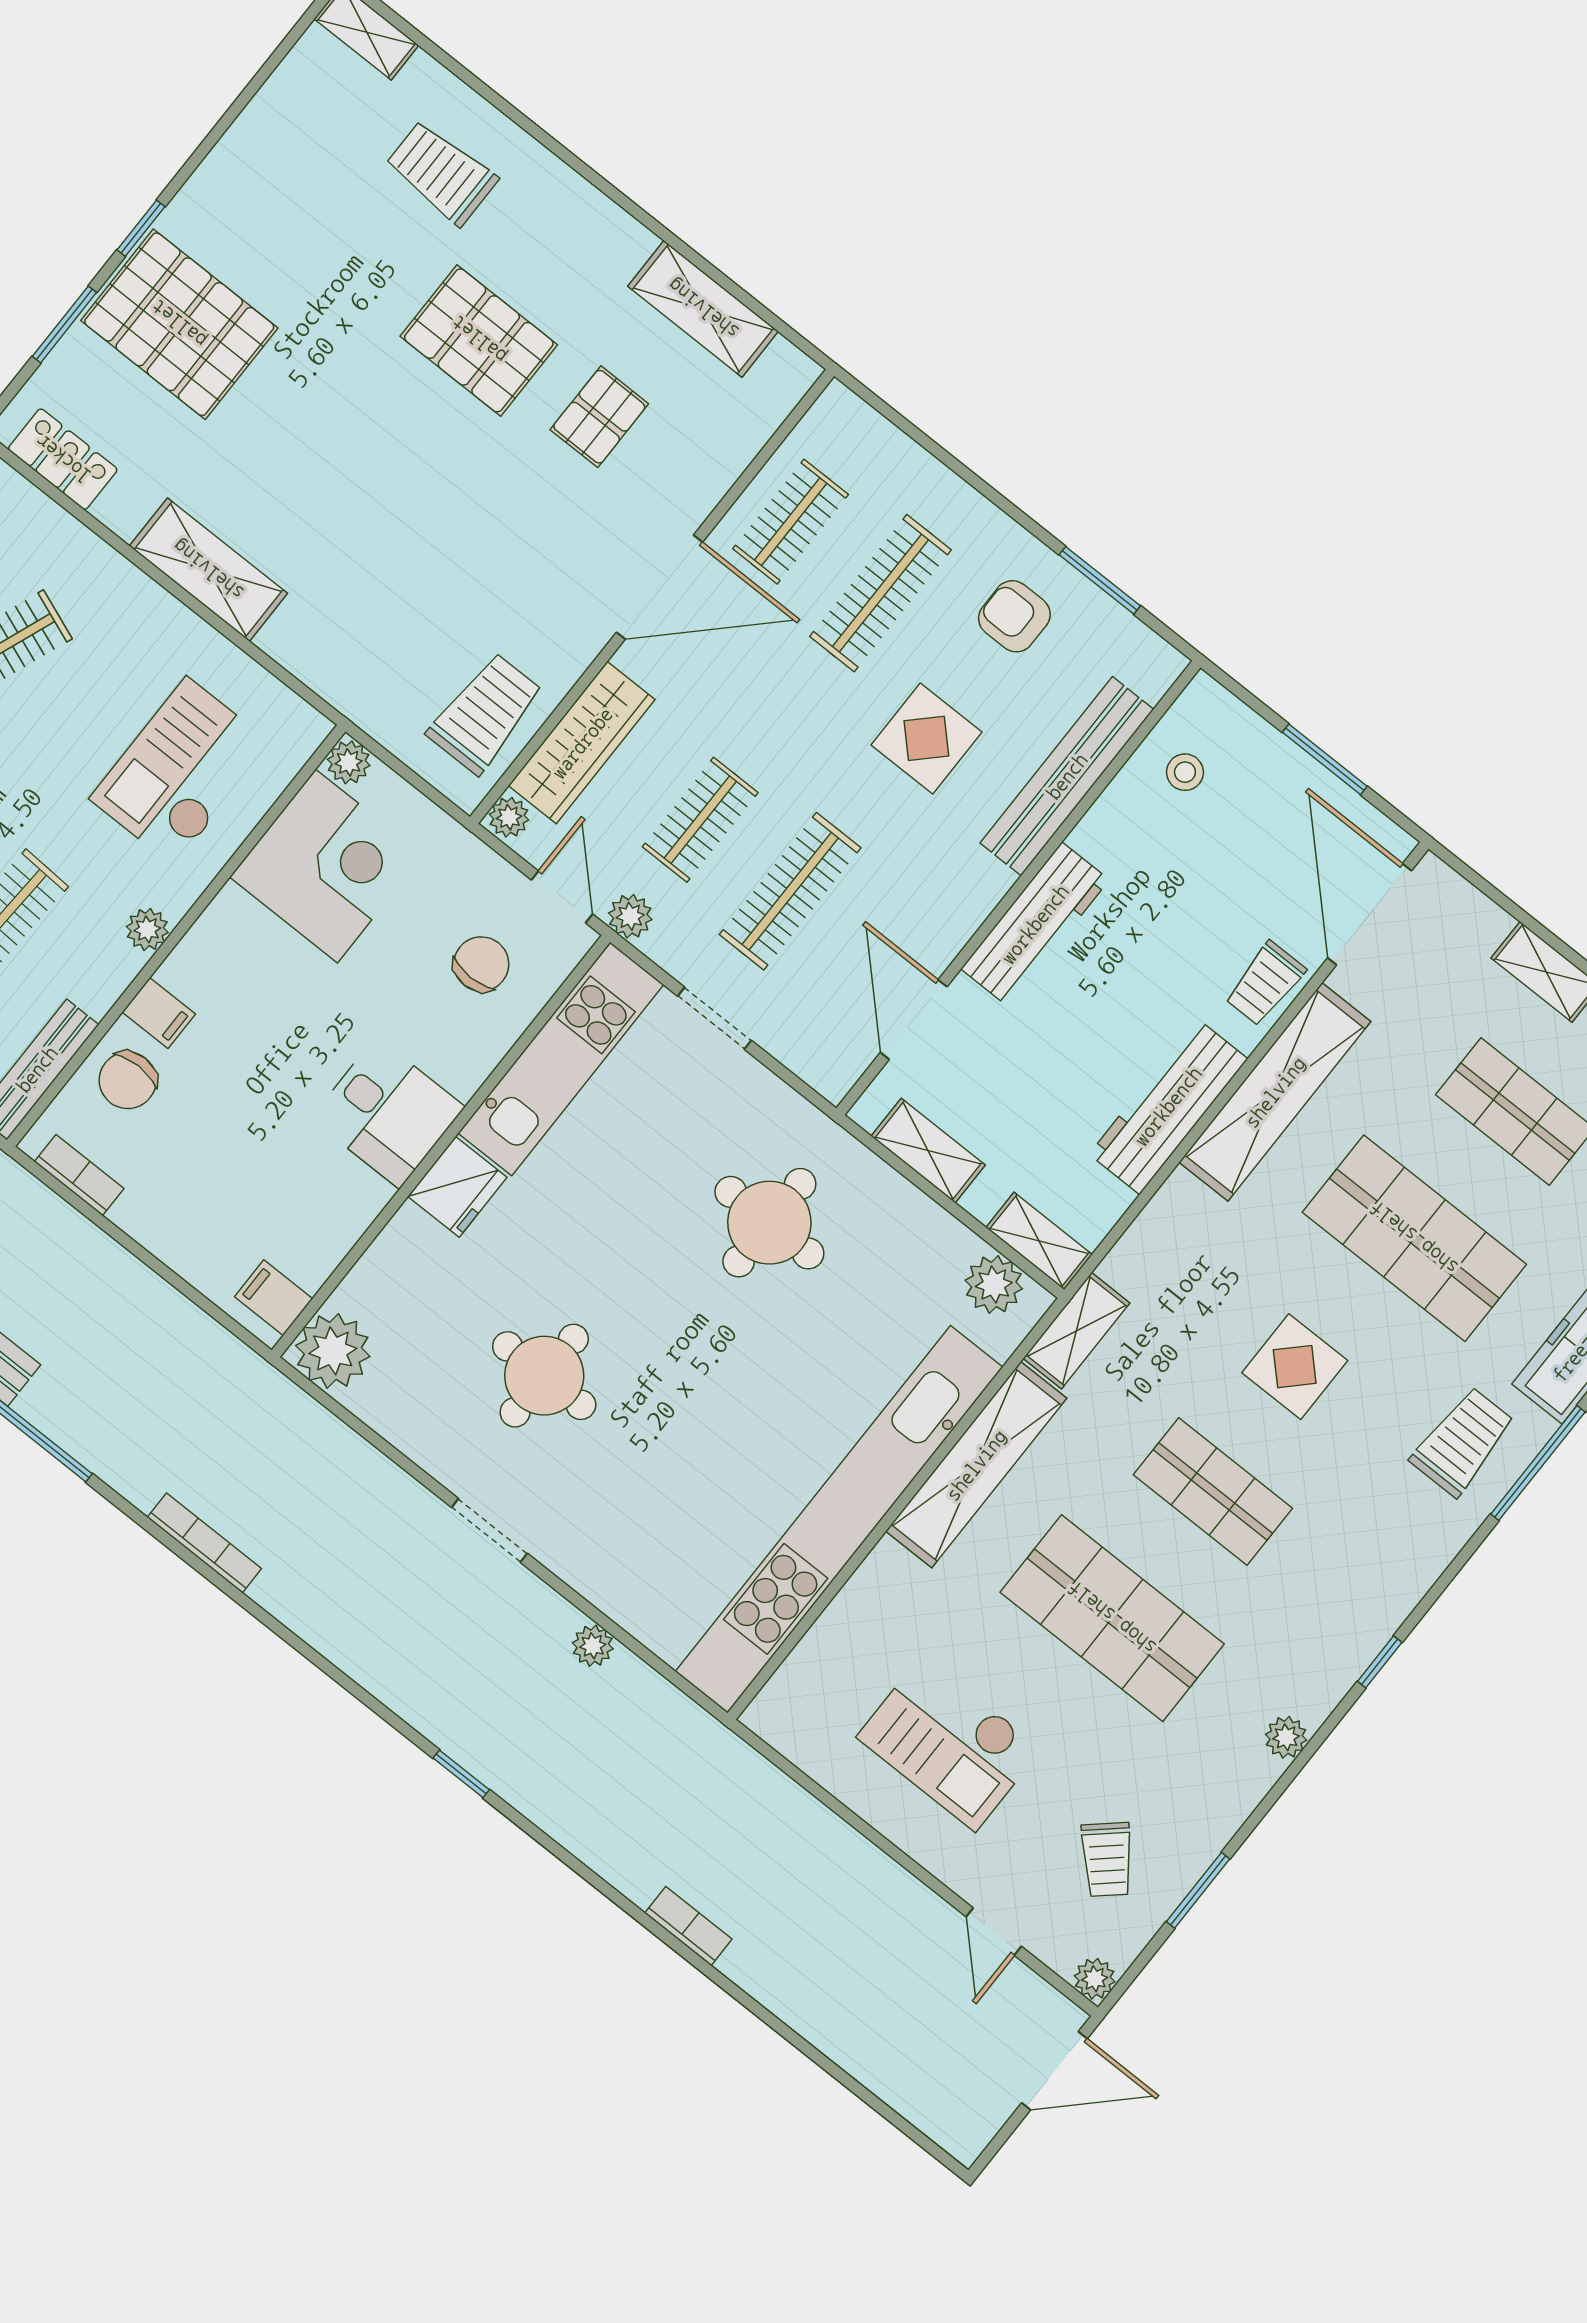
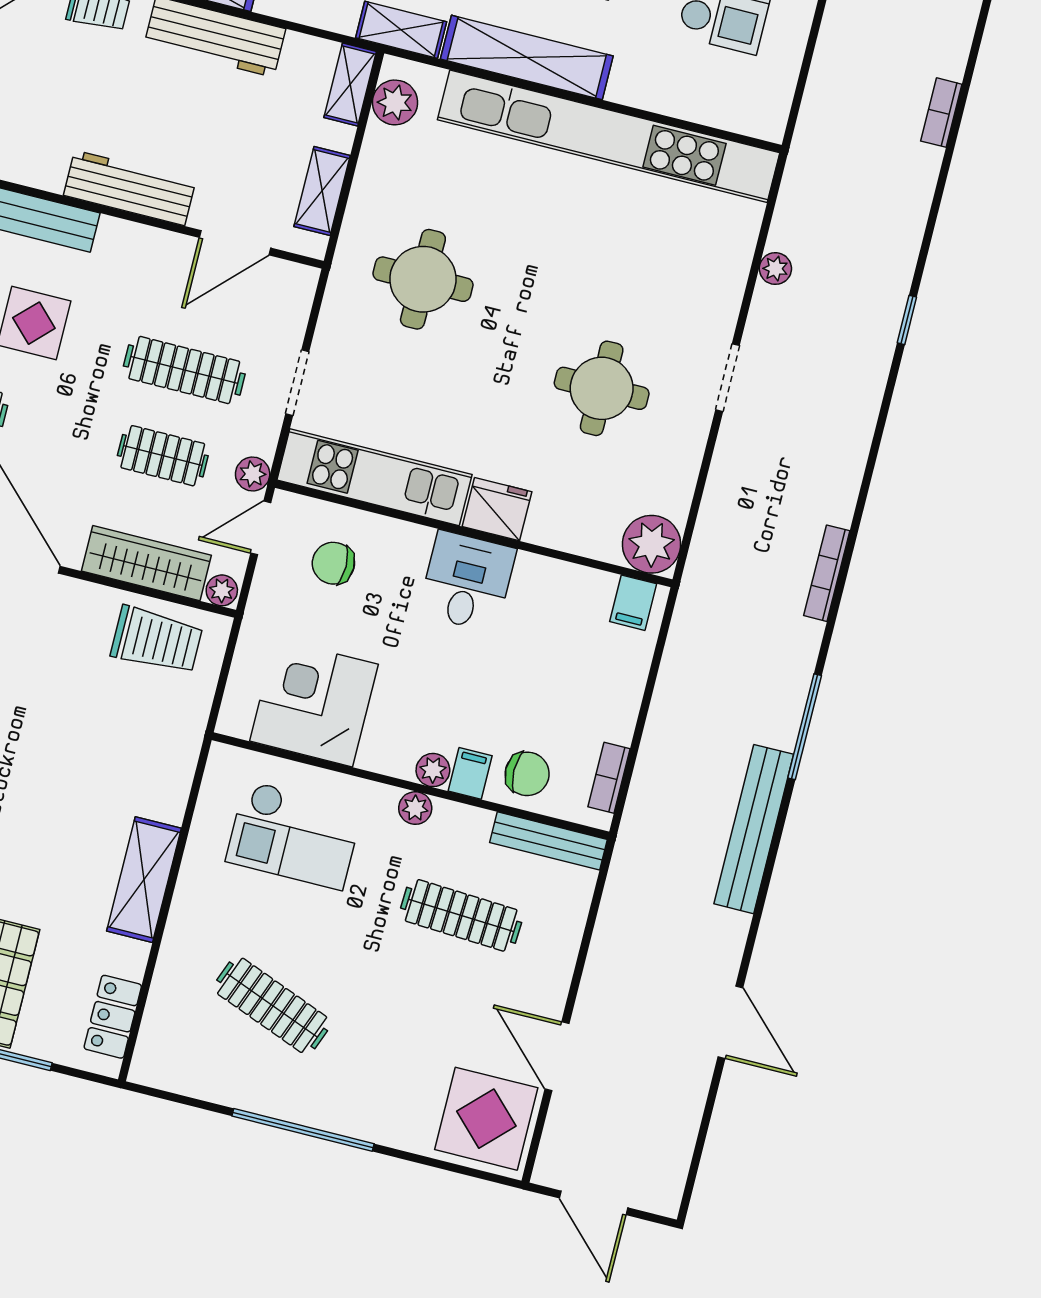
trolley: (485, 713) -> (157, 640), turned 180
plant: (349, 762) -> (433, 770), moved

